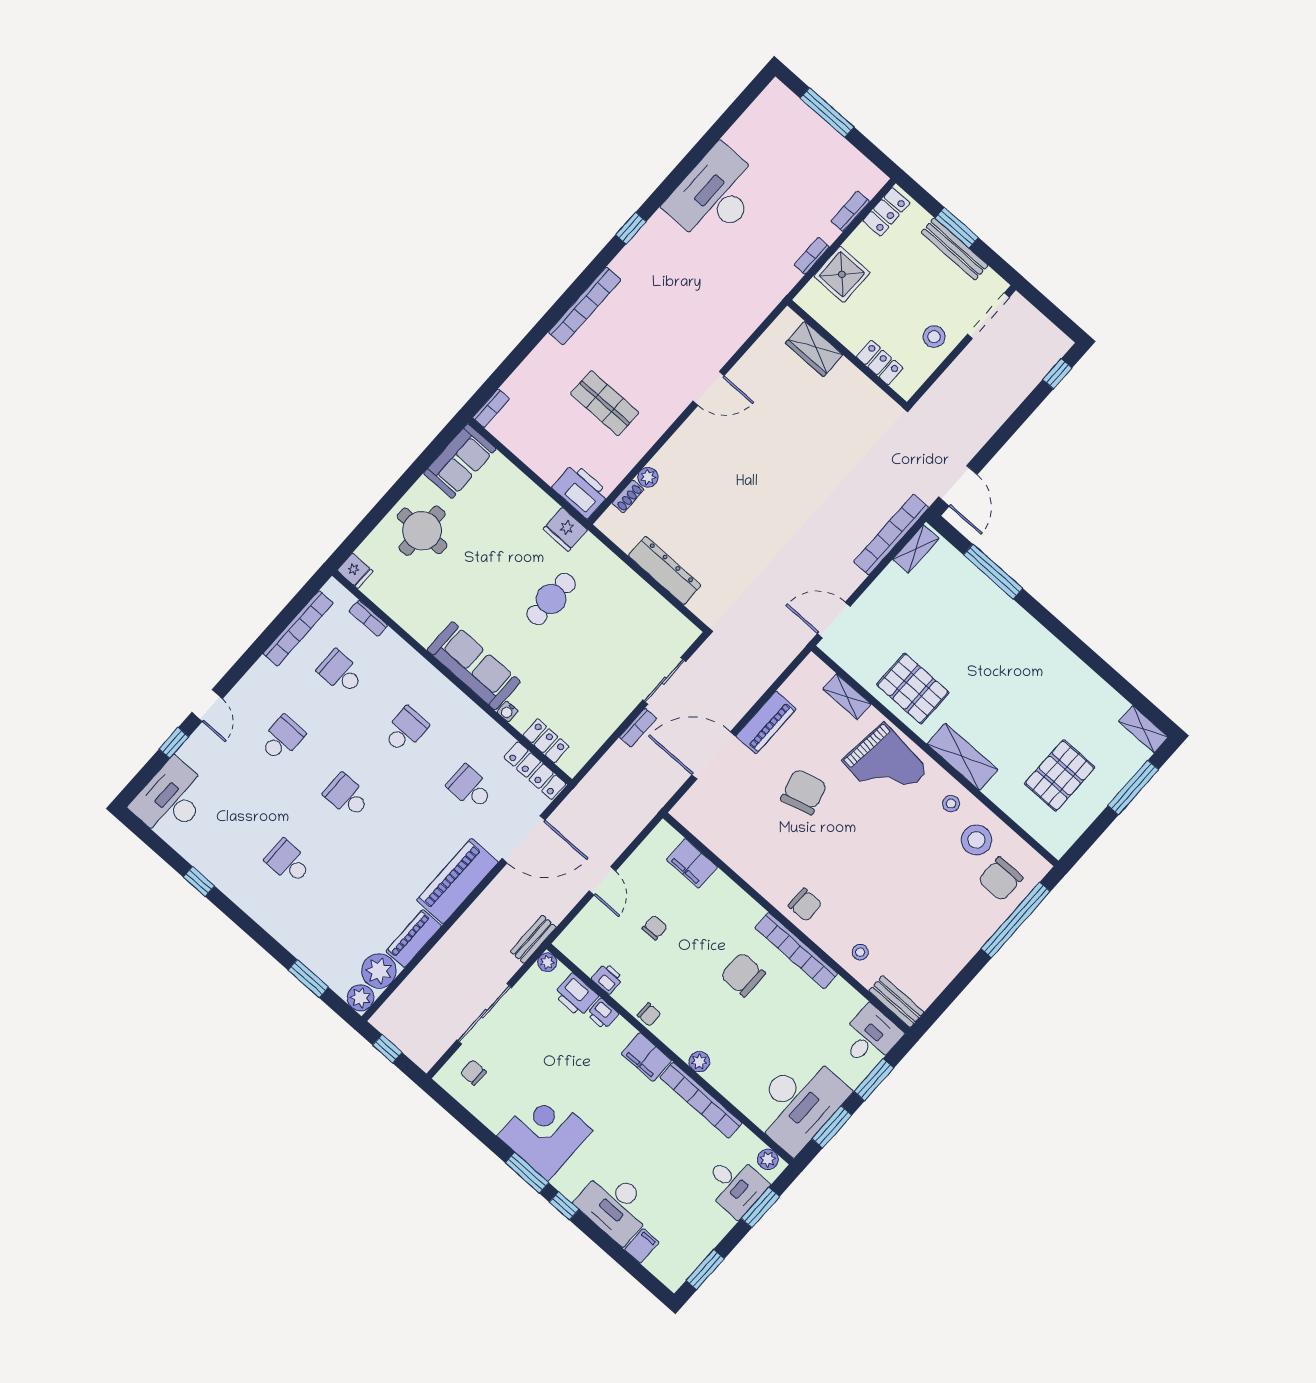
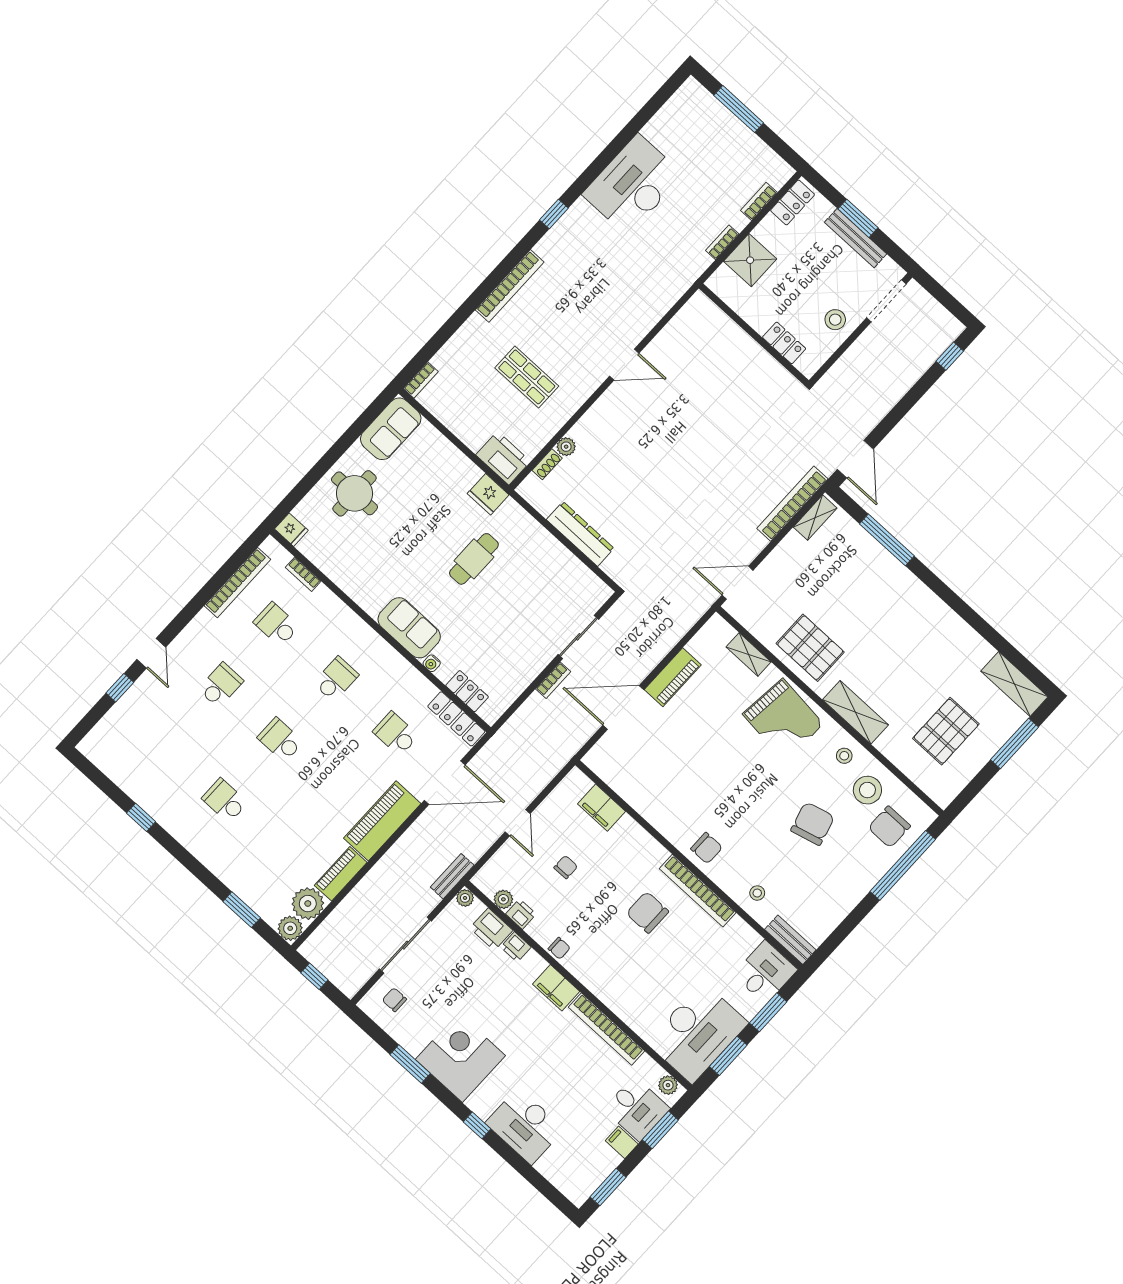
wardrobe: (814, 349) -> (723, 329), removed
sofa: (474, 666) -> (409, 628), width x0.73
shelving: (1143, 729) -> (1014, 684), width x1.50, depth x1.33
chair: (804, 792) -> (813, 824), moved
desk: (171, 799) -> (116, 740), removed
plant: (699, 1062) -> (503, 899), moved
window: (527, 1173) -> (410, 1064), moved
filing cabinet: (642, 1246) -> (622, 1142), moved, turned -90

